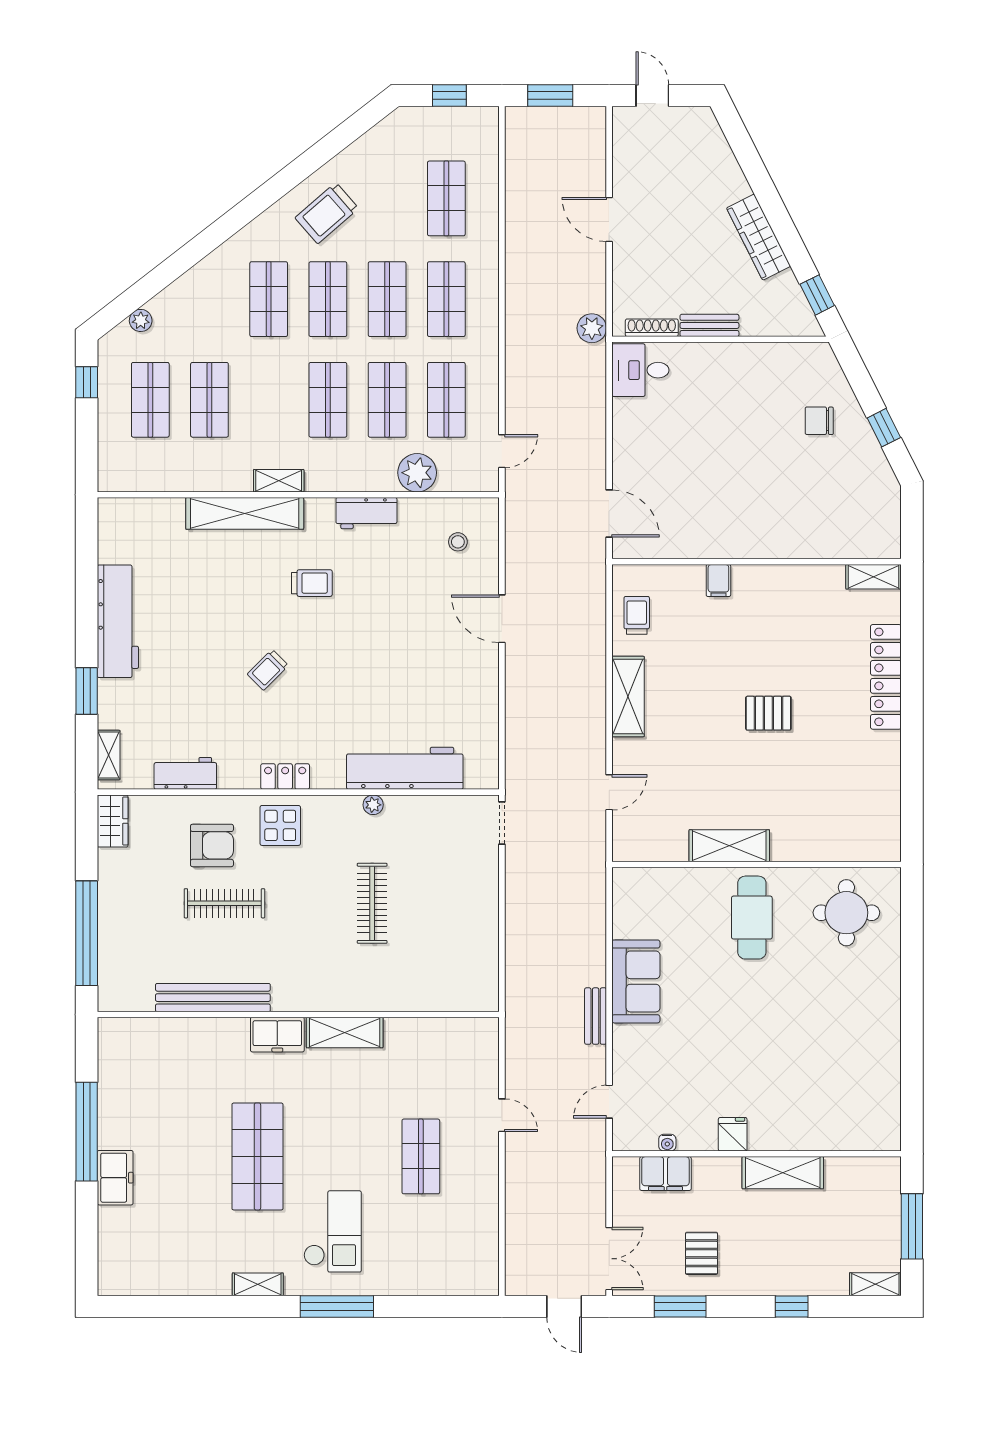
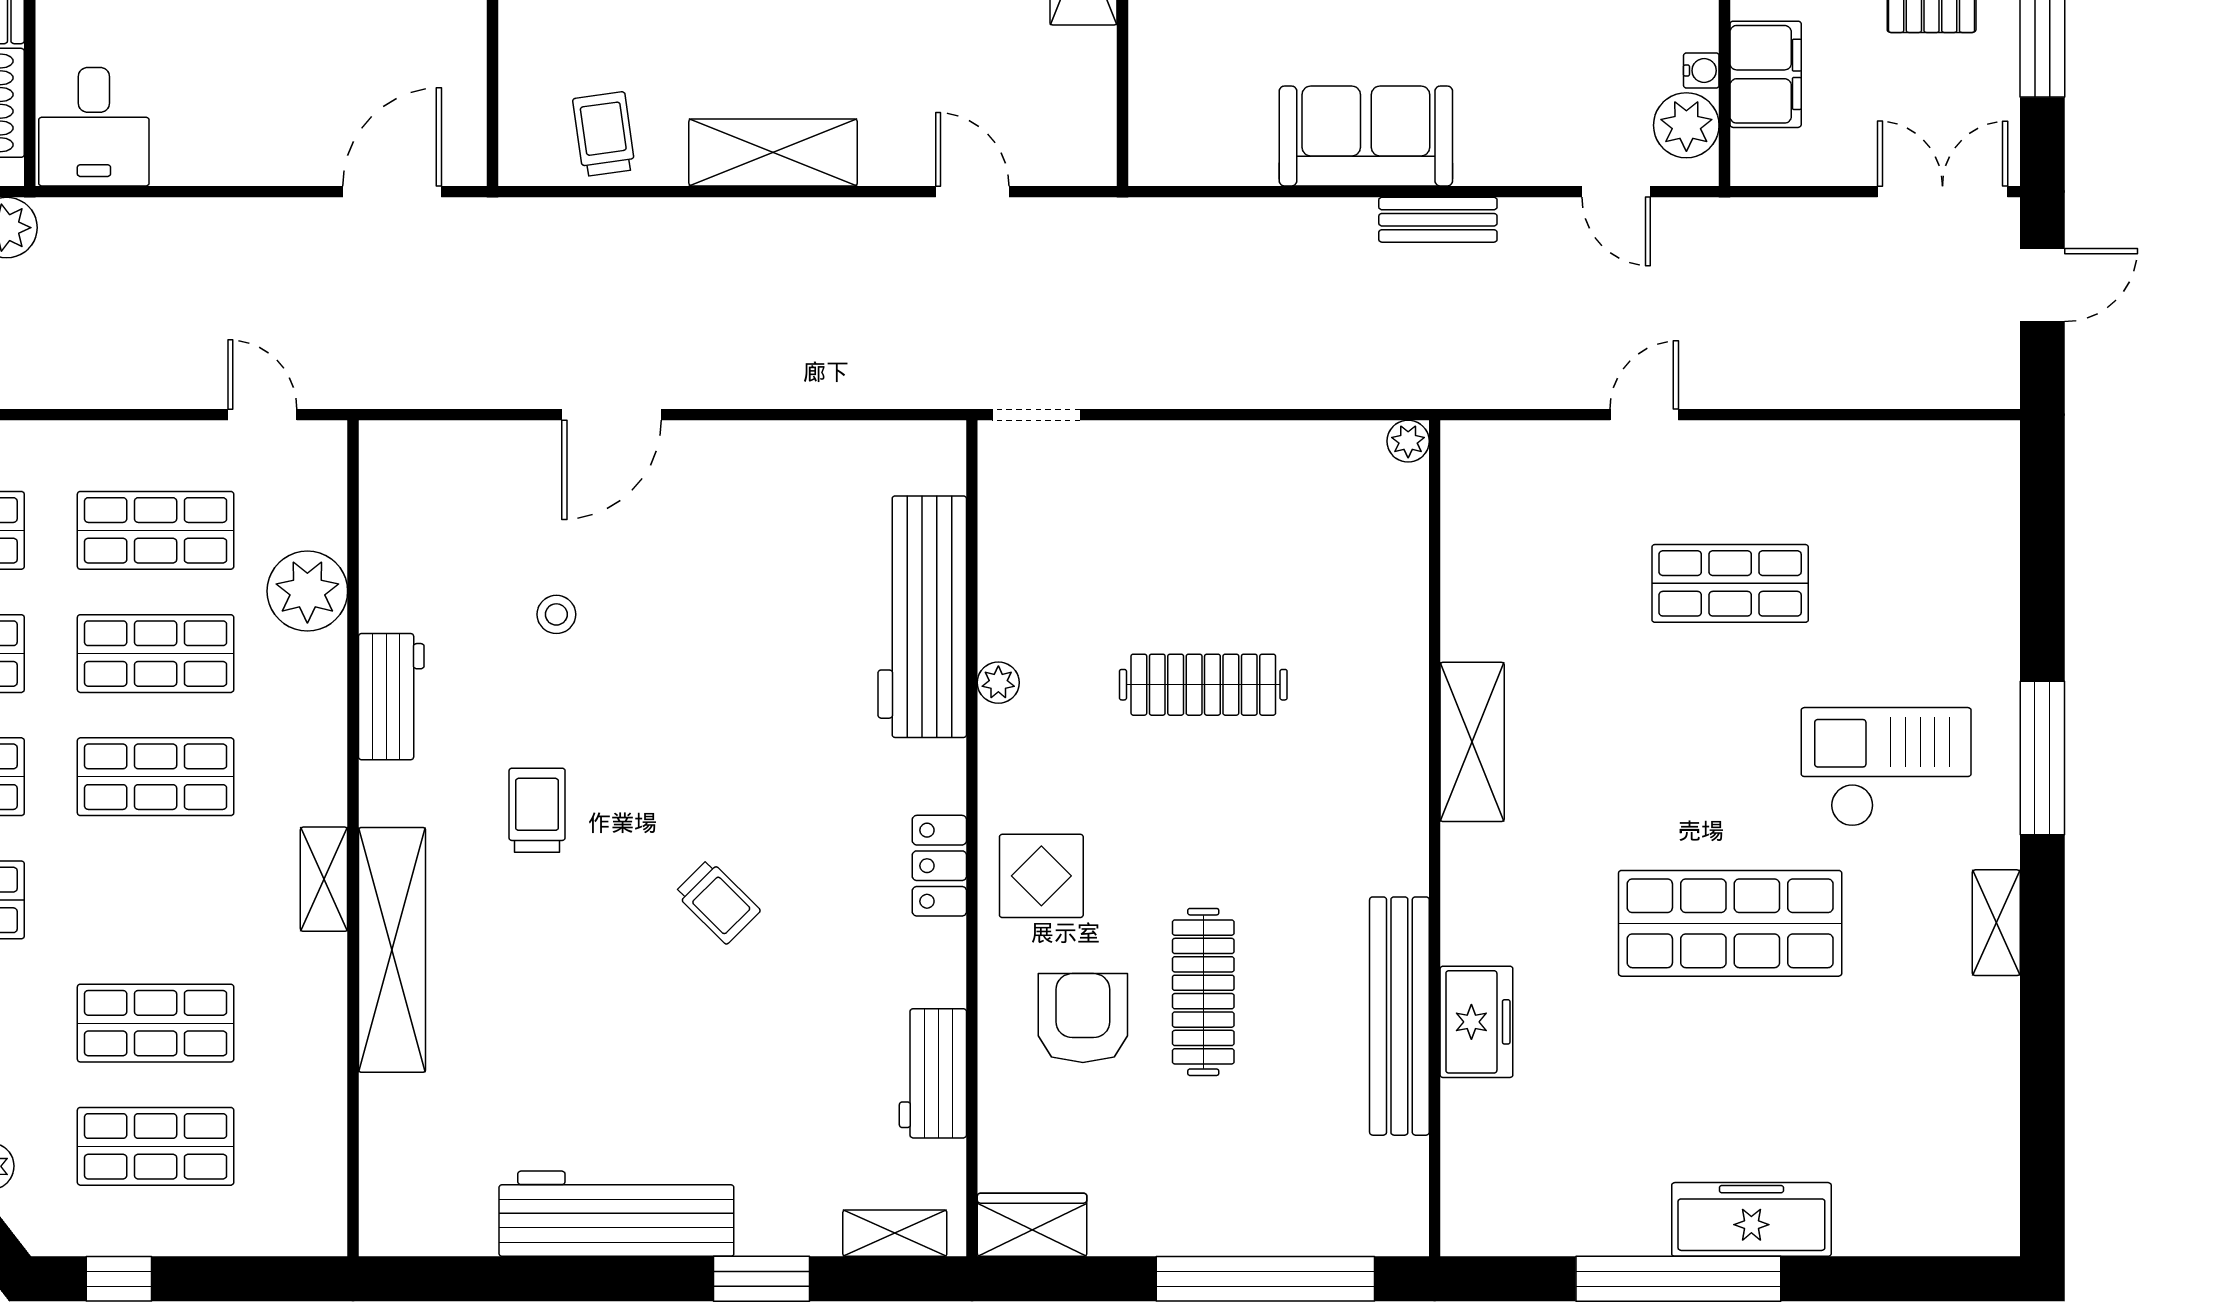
stool: (458, 542) -> (556, 614), moved
trolley: (637, 615) -> (604, 134), turned 82
plant: (489, 1002) -> (1408, 441), added
freezer: (277, 1035) -> (1476, 1022), moved
plant: (641, 1135) -> (1686, 125), added
freezer: (115, 1178) -> (1751, 1219), width x1.40

